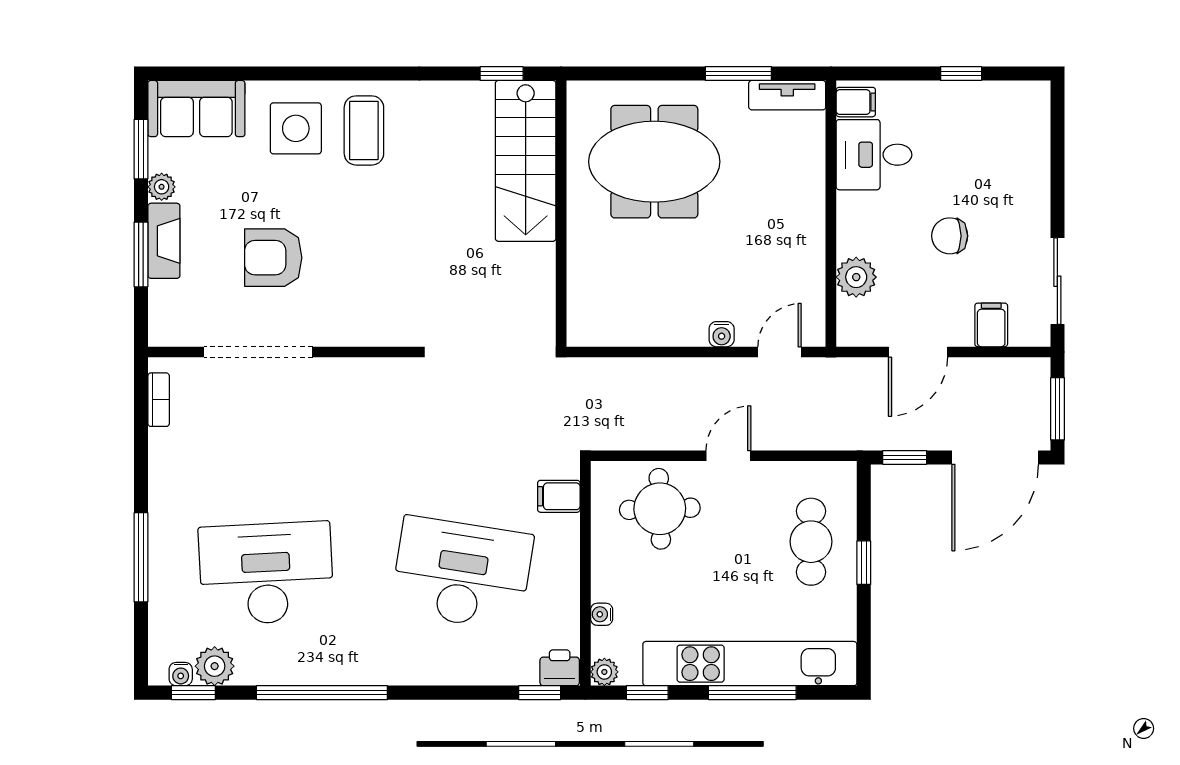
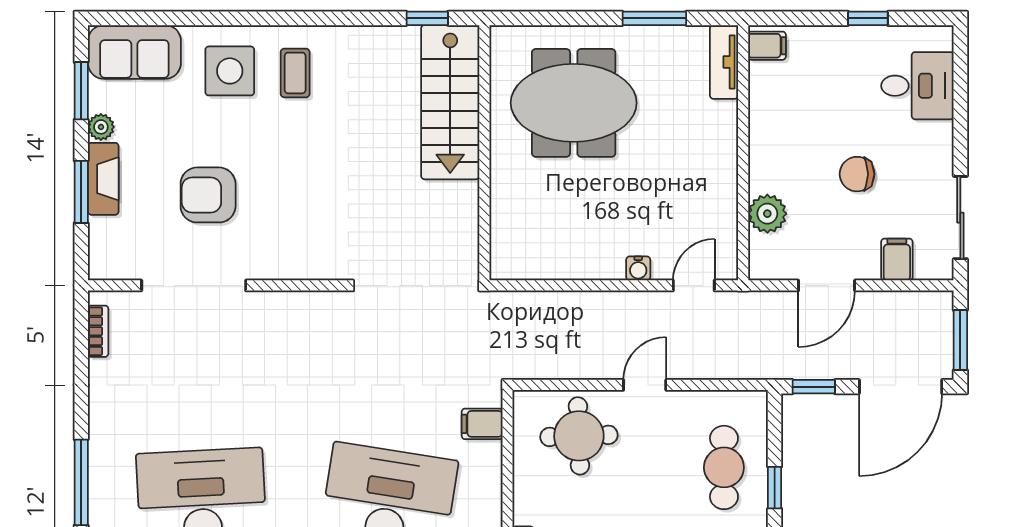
tv unit: (787, 95) -> (724, 62), moved, turned 90
coffee table: (364, 130) -> (295, 73), width x0.73, depth x0.77
desk: (874, 155) -> (917, 86), moved, turned 180

